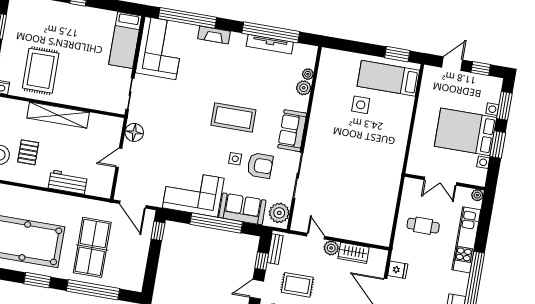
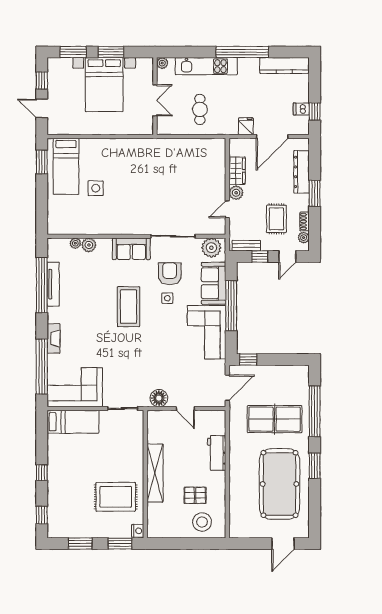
door: (257, 289) -> (287, 256), hinge flipped

